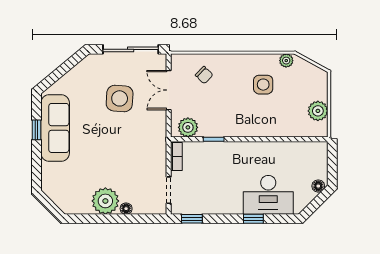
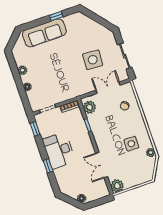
sliding door: (131, 49) -> (125, 56), width x0.73
plant: (318, 111) -> (117, 186), moved
sofa: (55, 128) -> (44, 33), moved
double door: (279, 139) -> (102, 165), added
desk: (268, 195) -> (59, 150), moved
plant: (105, 201) -> (22, 70), width x0.53, depth x0.53

